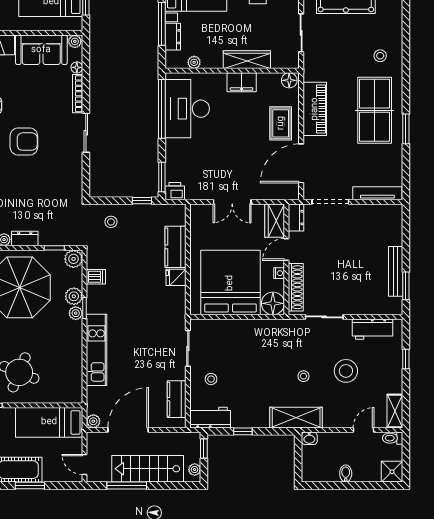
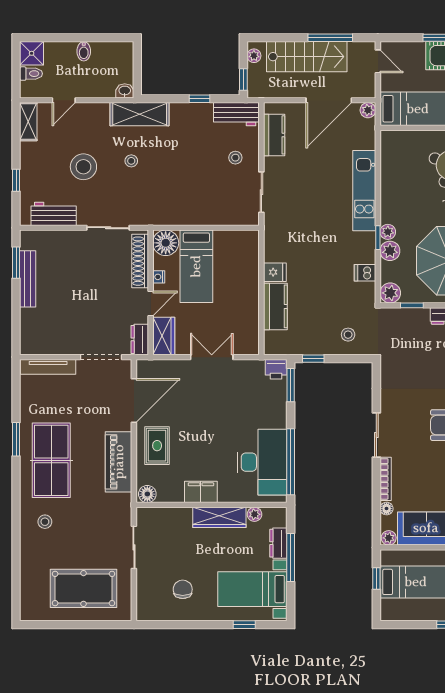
wardrobe: (247, 60) -> (219, 517), moved
bed: (230, 283) -> (196, 266), width x0.49
toilet: (393, 438) -> (31, 74), moved

